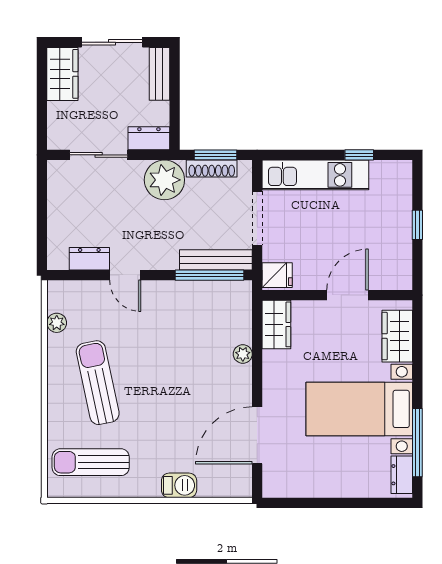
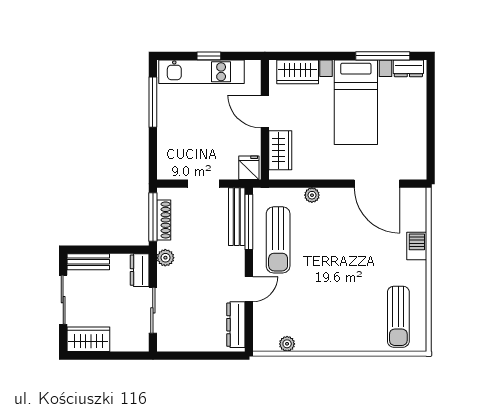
window: (215, 155) -> (153, 217), width x1.44
window: (359, 155) -> (153, 102), width x2.17
kitchen unit: (315, 175) -> (202, 72), moved, turned 90
plant: (164, 180) -> (165, 258), width x0.53, depth x0.53
doorway: (257, 218) -> (203, 184), width x0.73
dresser: (89, 259) -> (236, 325), width x1.44
wardrobe: (276, 324) -> (280, 150), moved, turned 90
sun lounger: (98, 383) -> (278, 240), moved, turned -78

